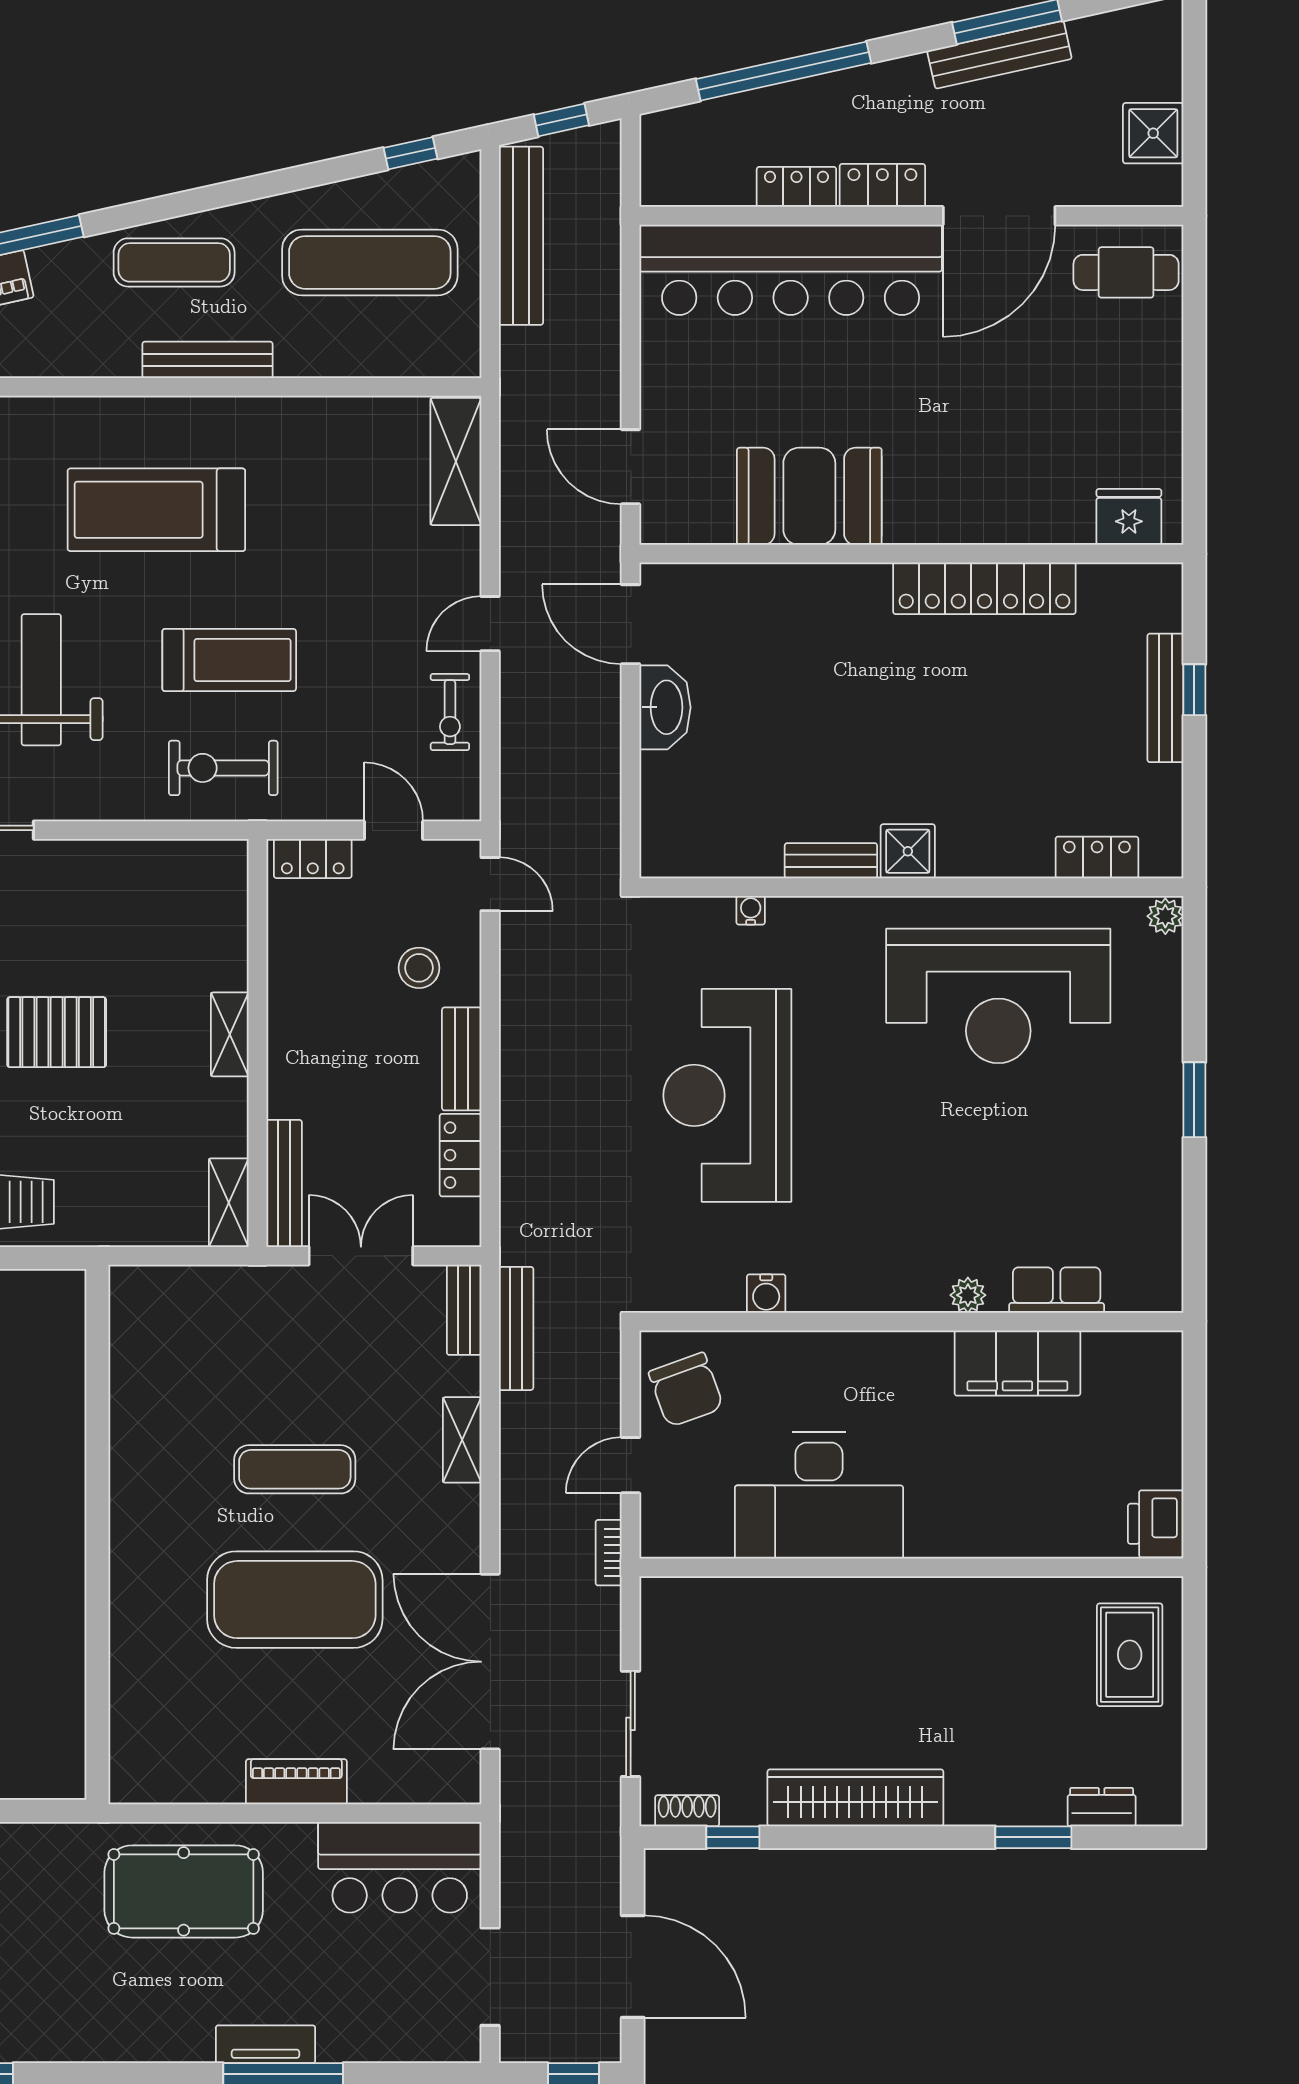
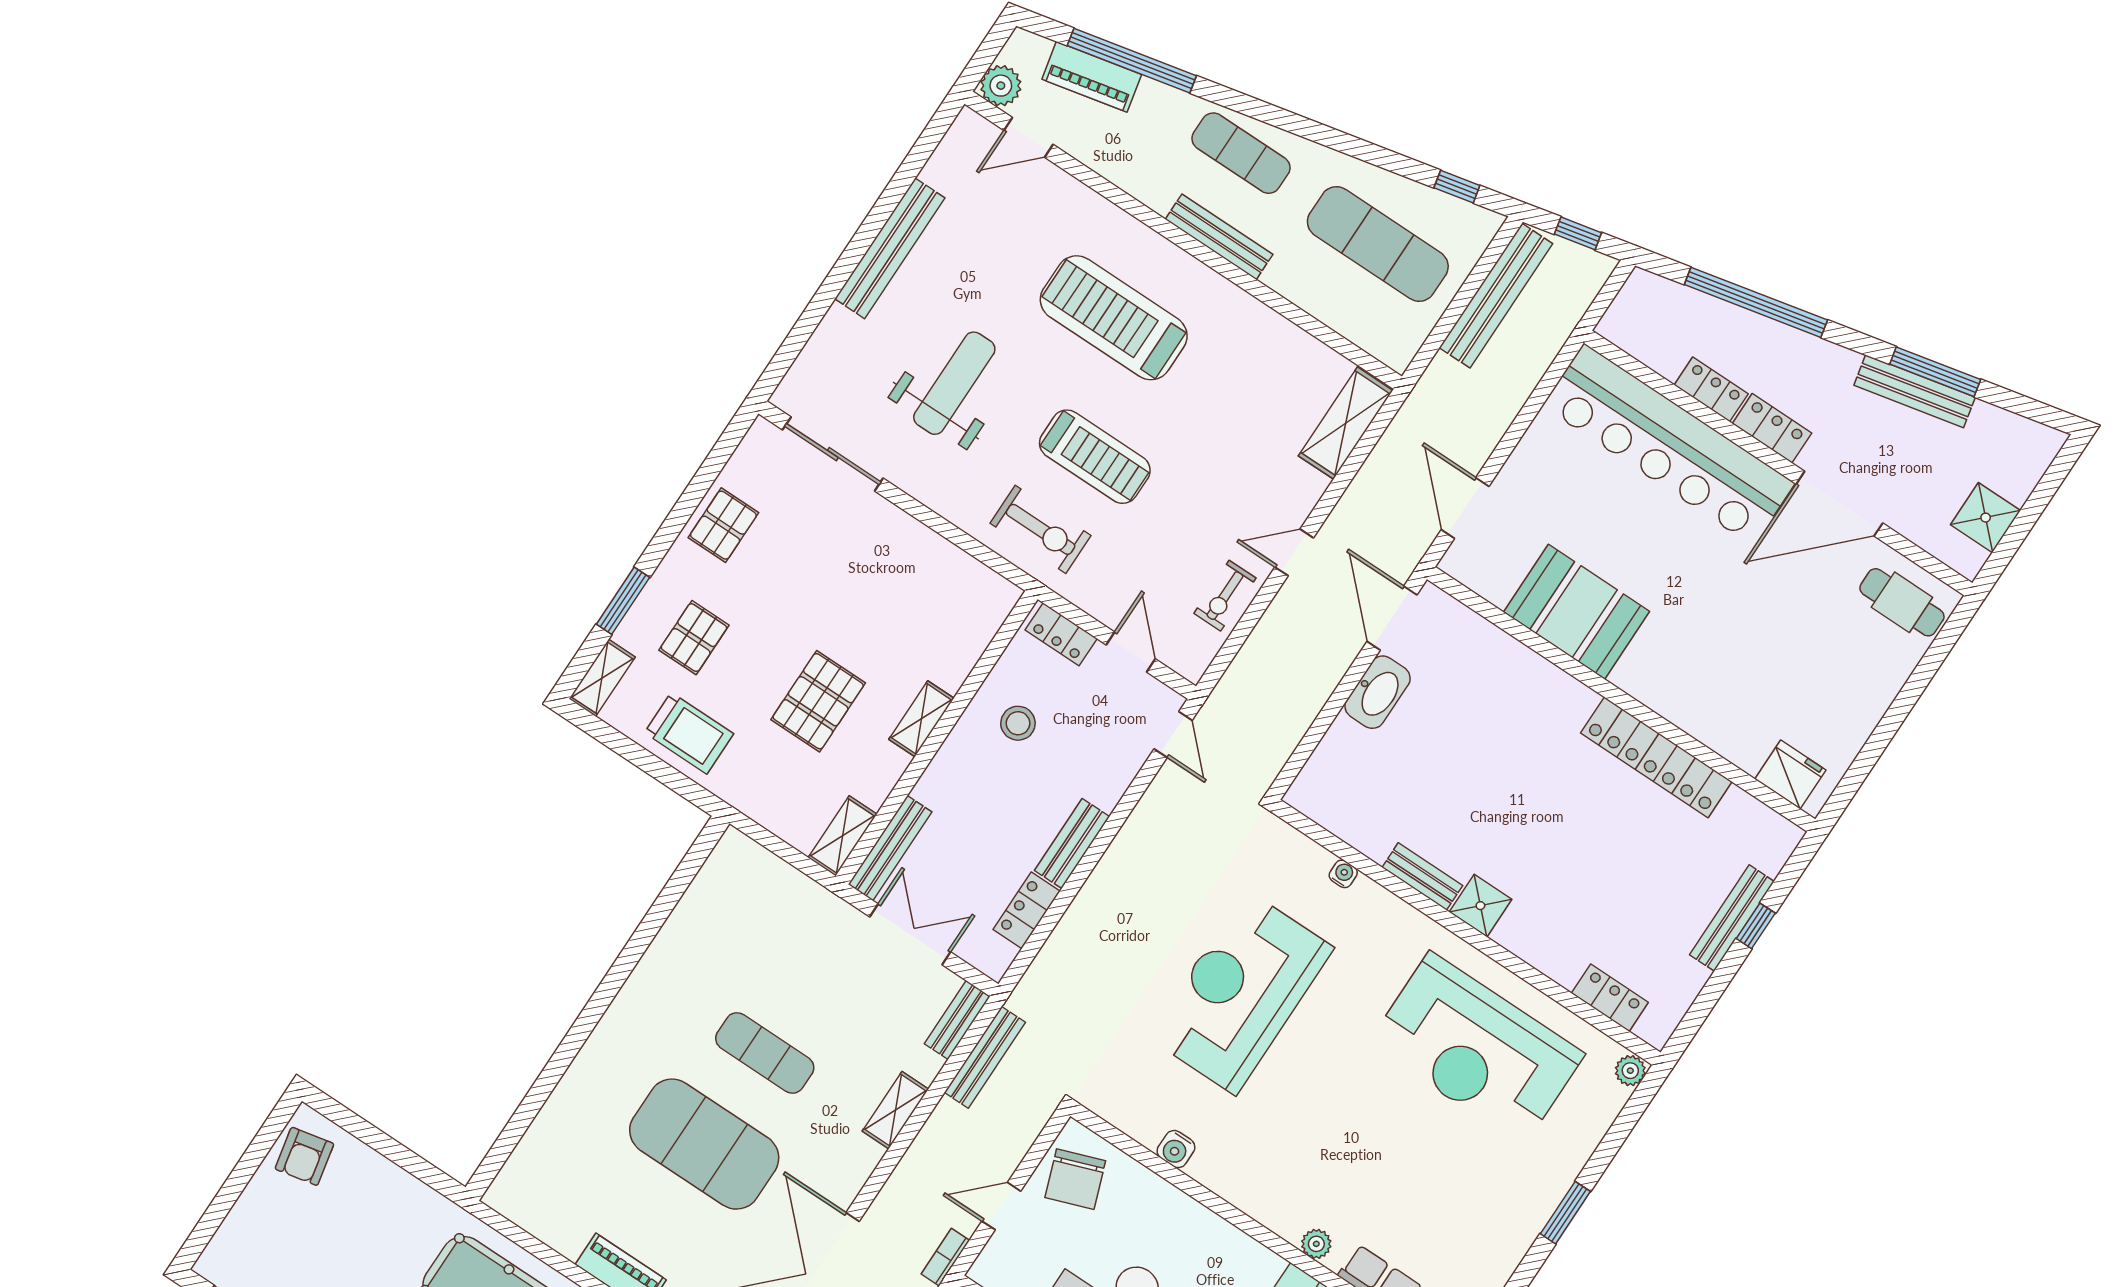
exercise bike: (223, 768) -> (1041, 529), turned 180
stool: (419, 968) -> (1018, 723), moved
pallet: (57, 1032) -> (818, 701), moved, turned 90

